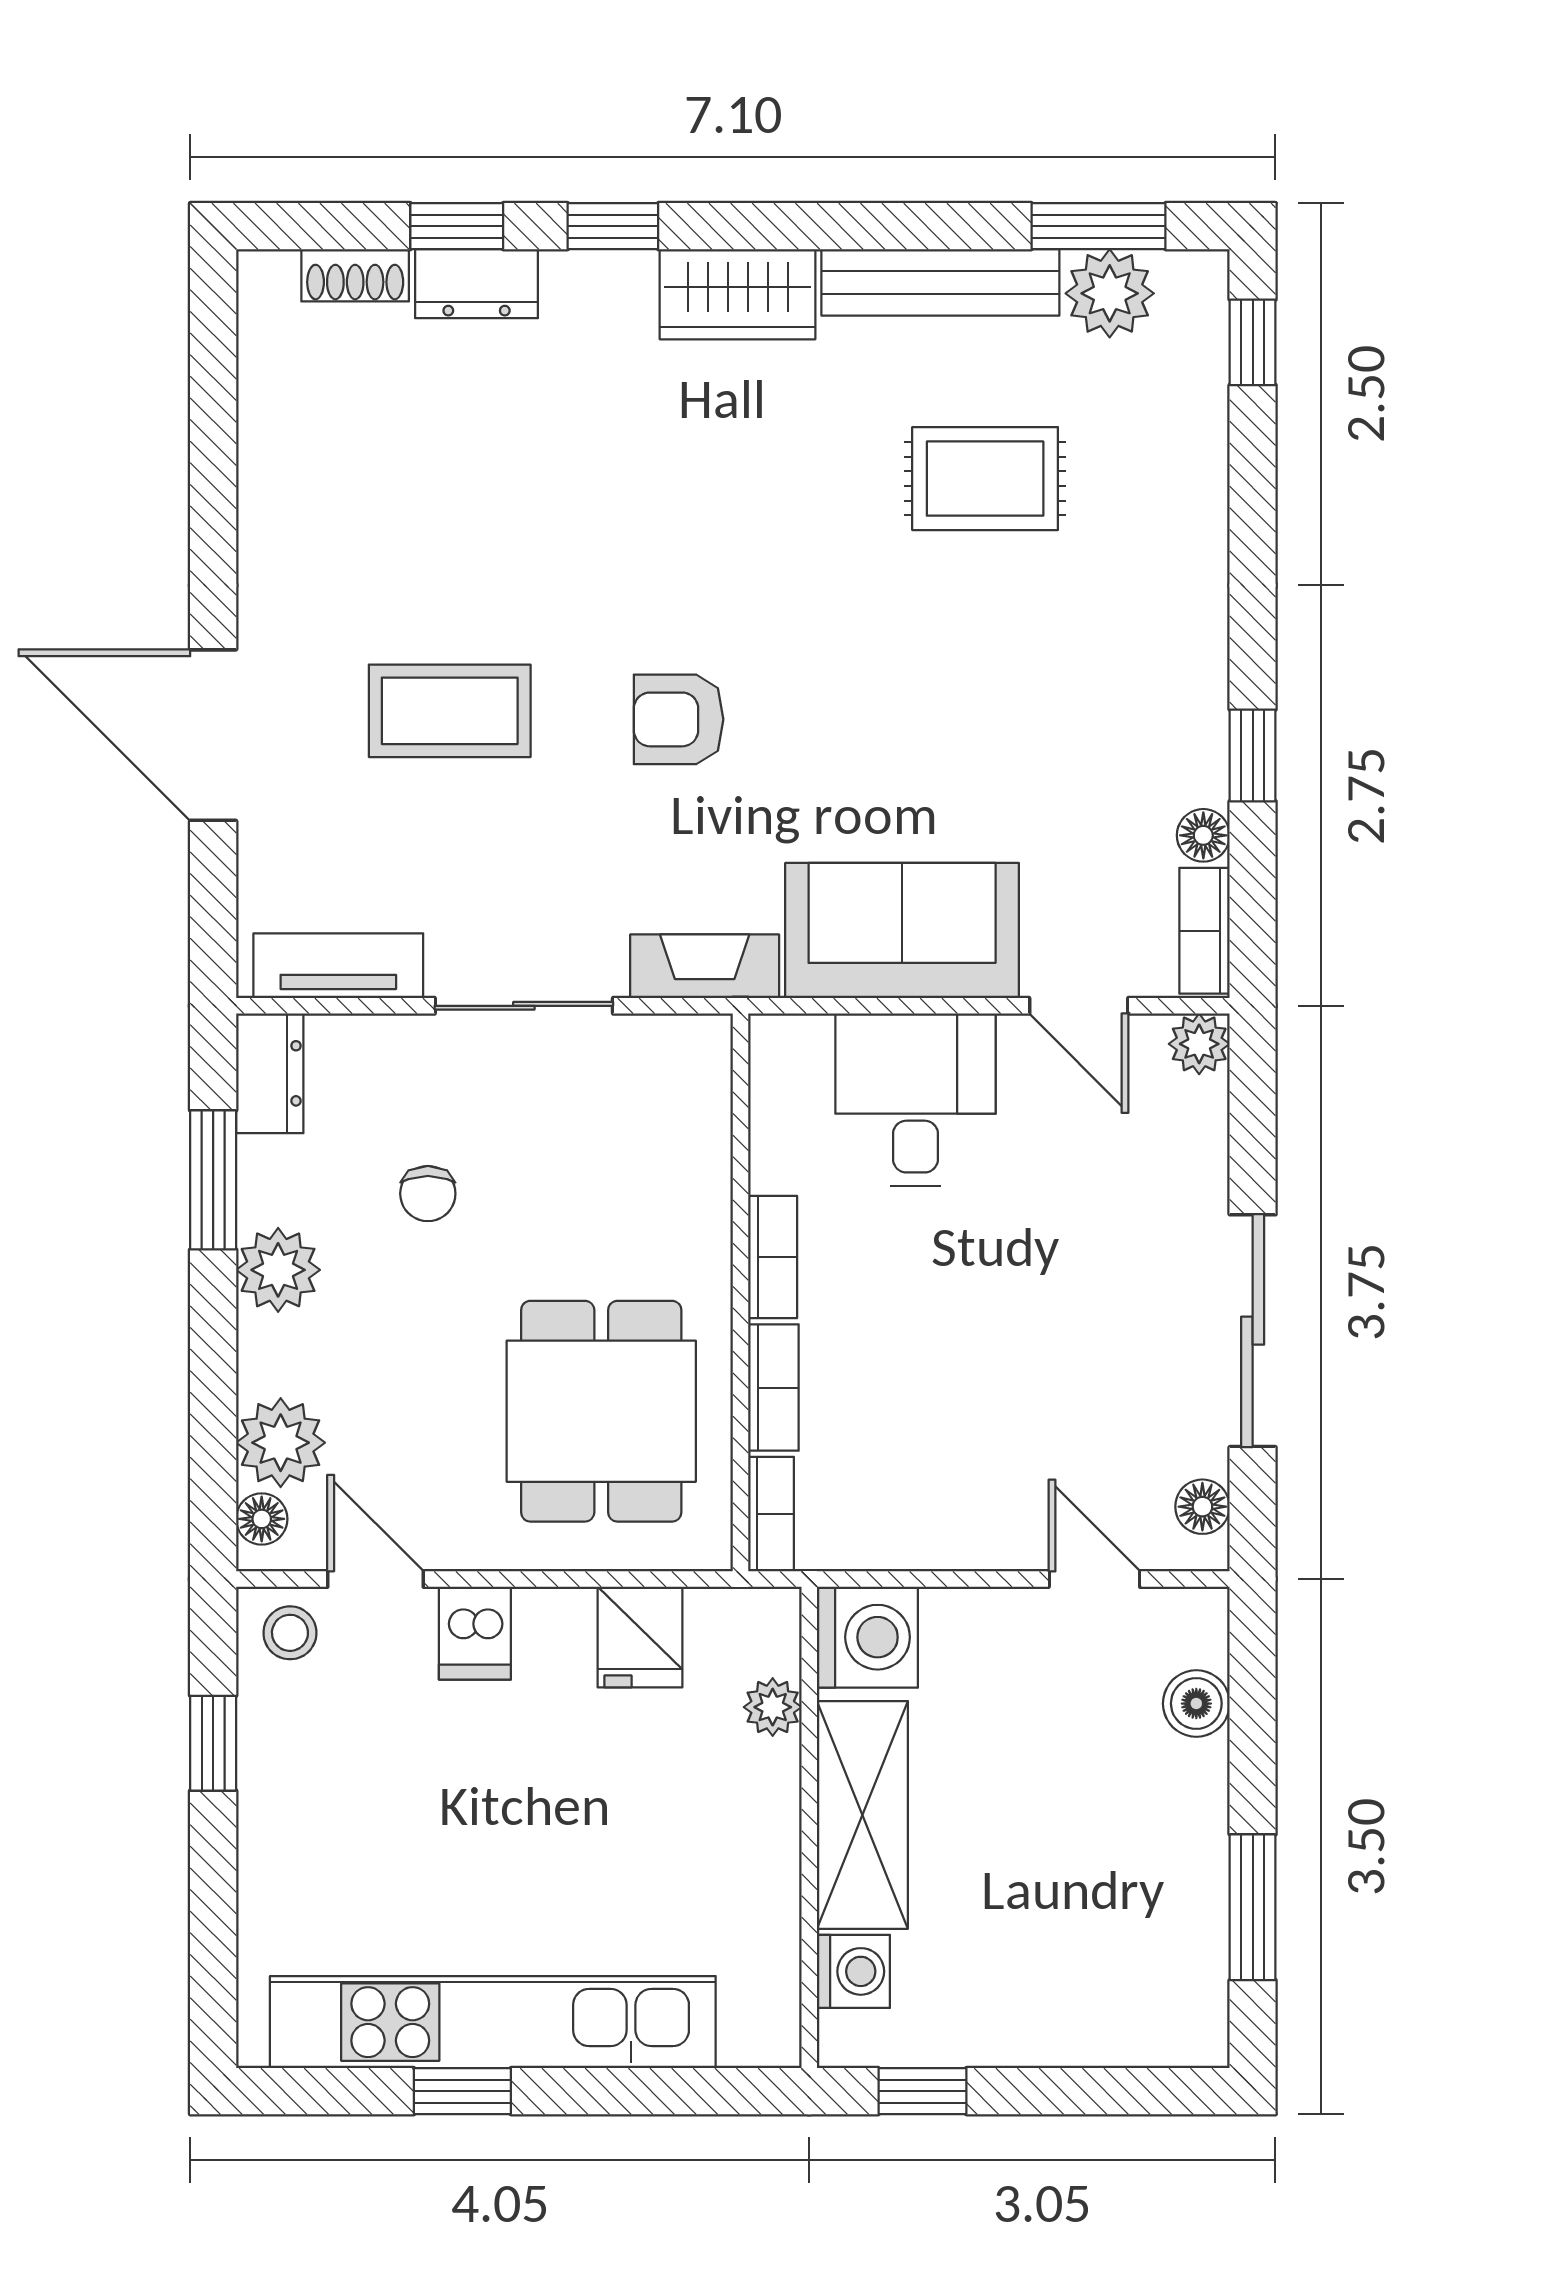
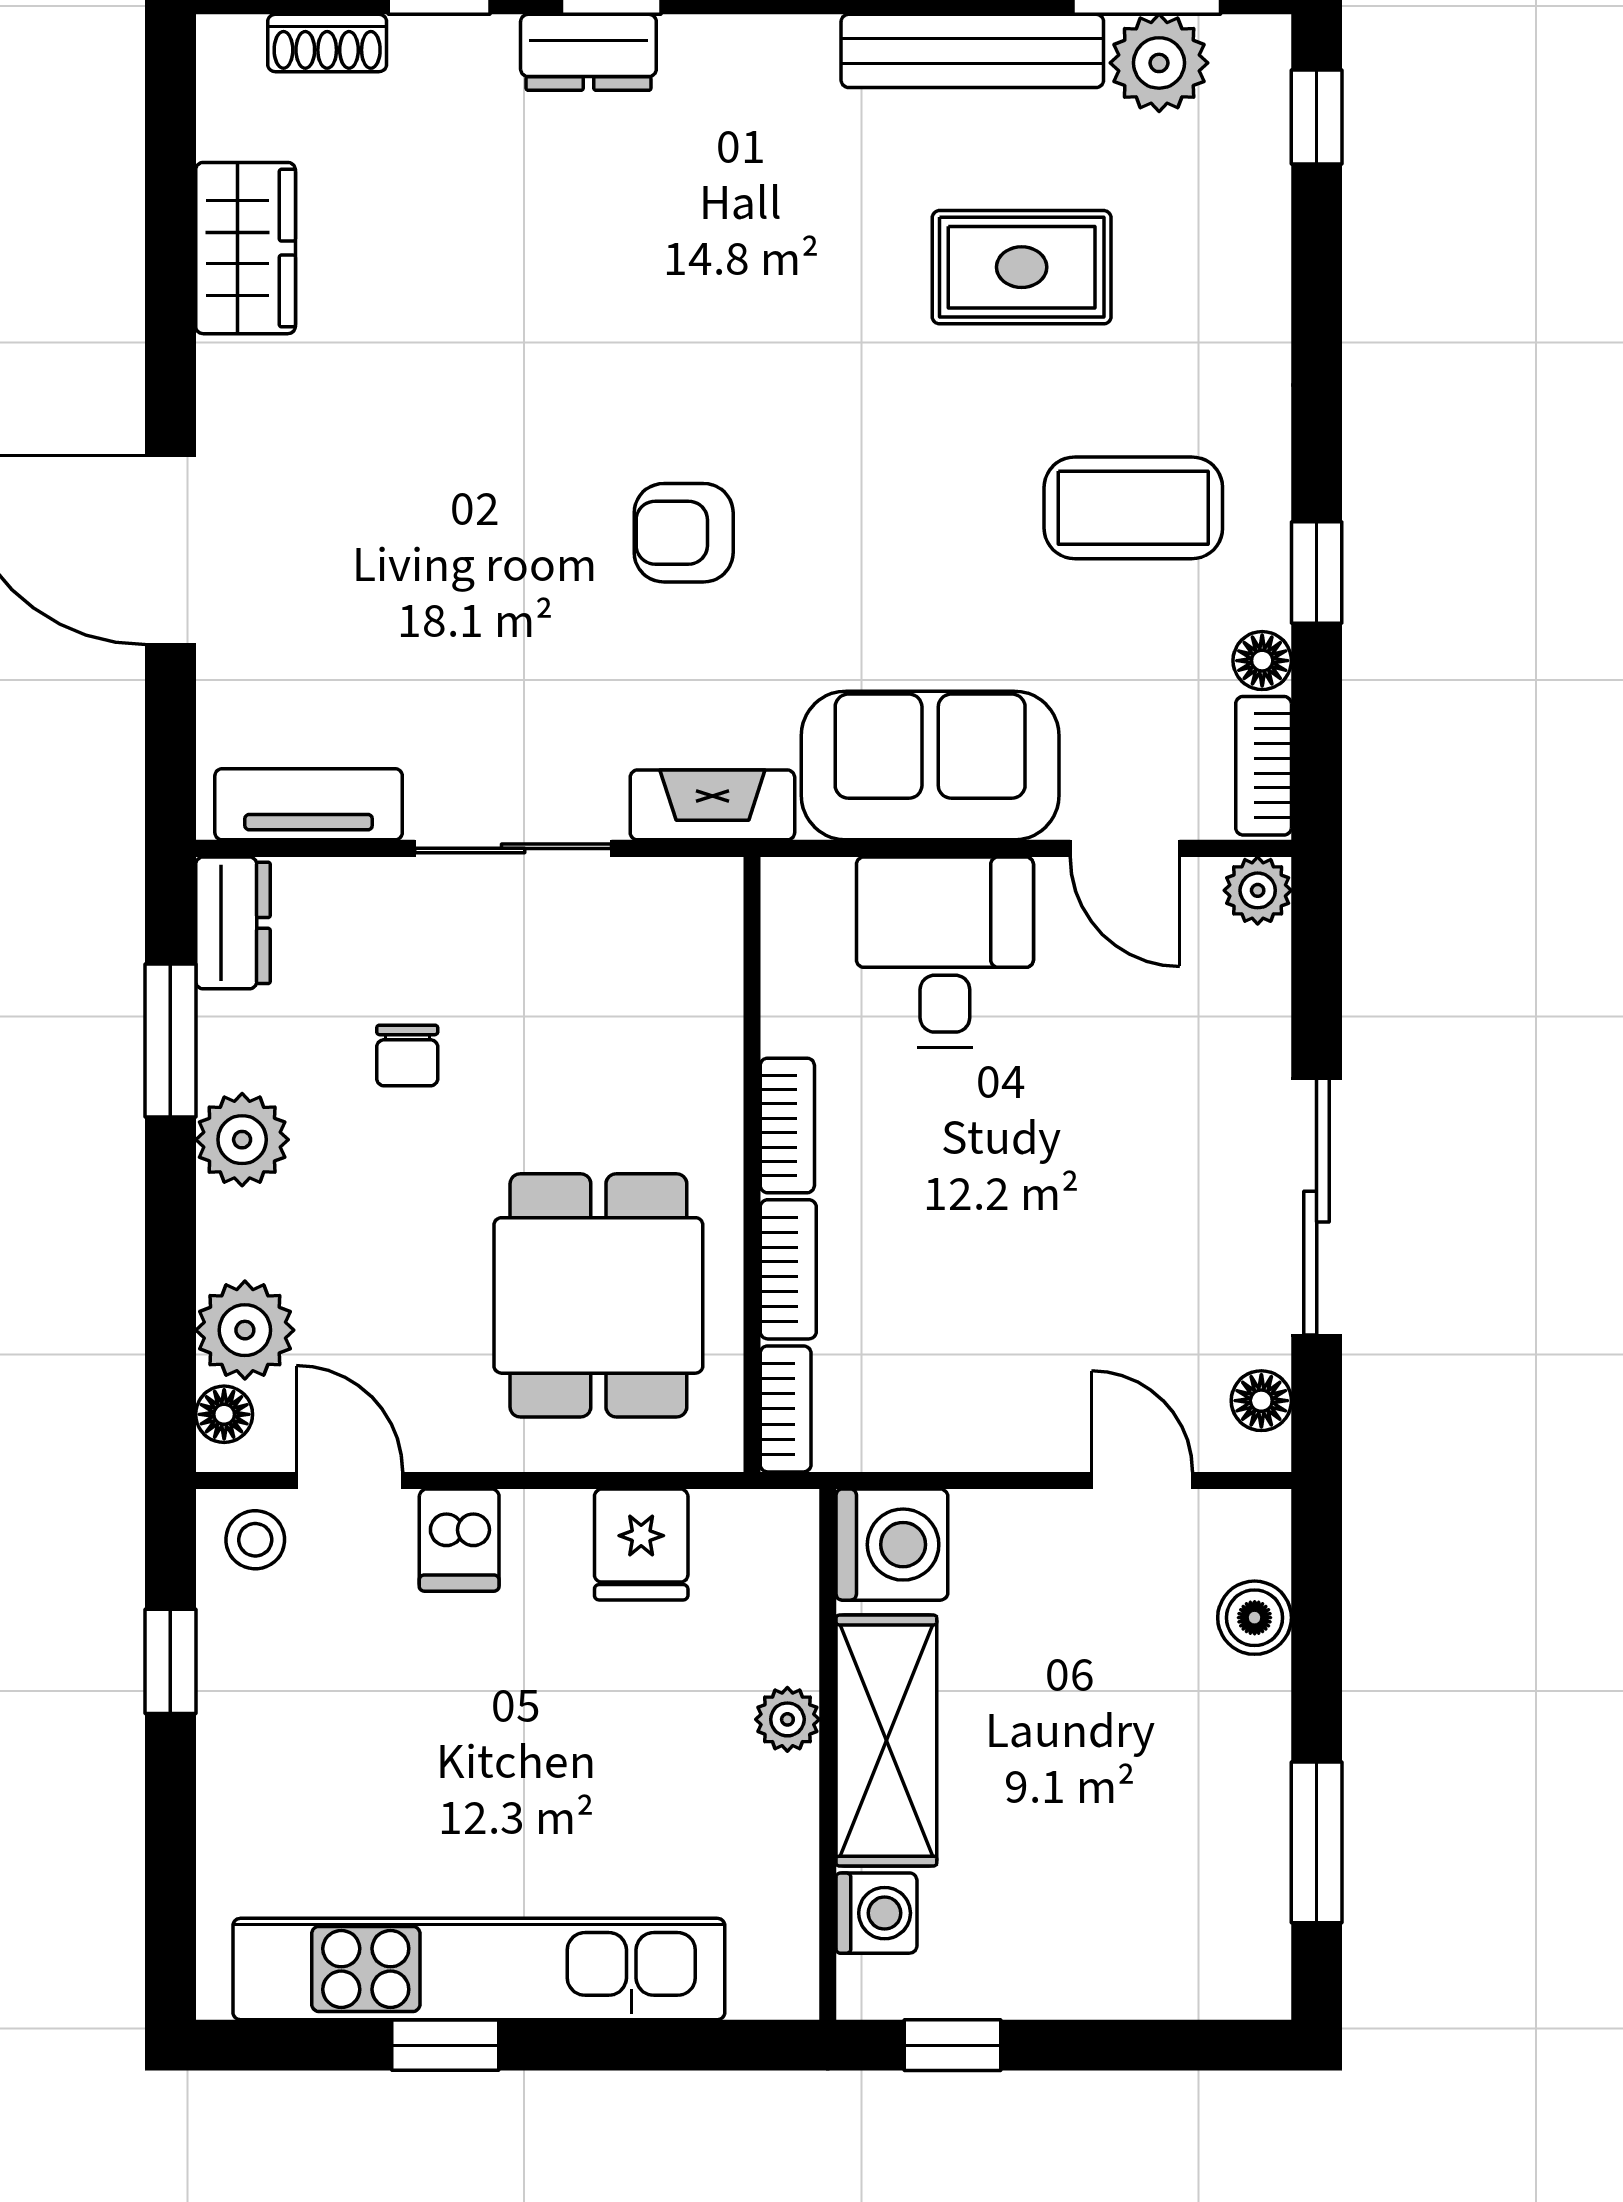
dresser: (477, 284) -> (588, 52), moved
wardrobe: (738, 294) -> (246, 248), moved, turned -90
coffee table: (450, 711) -> (1133, 508), moved
plant: (773, 1707) -> (787, 1719), moved

